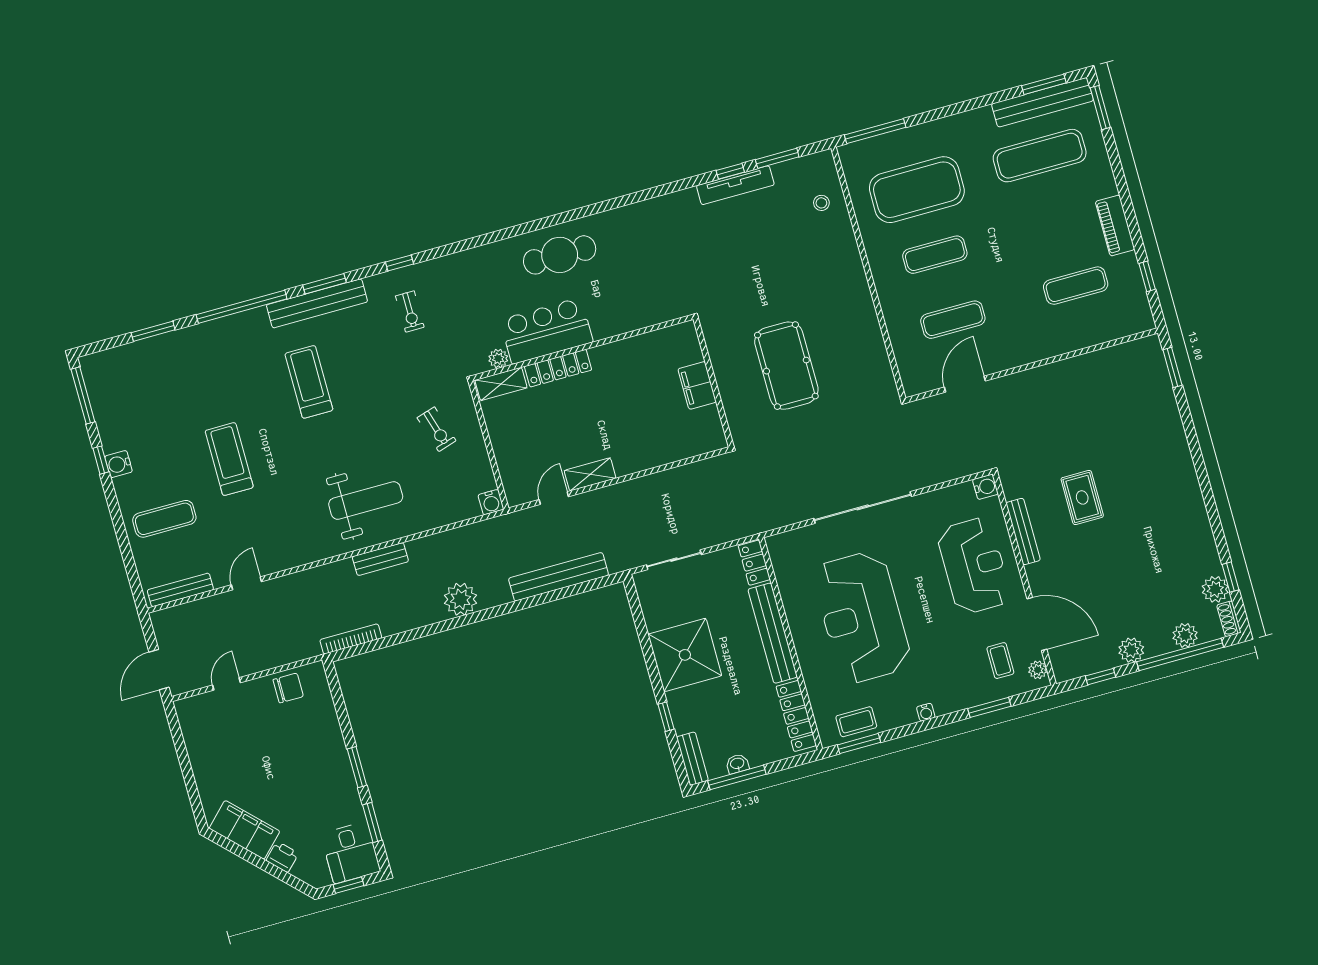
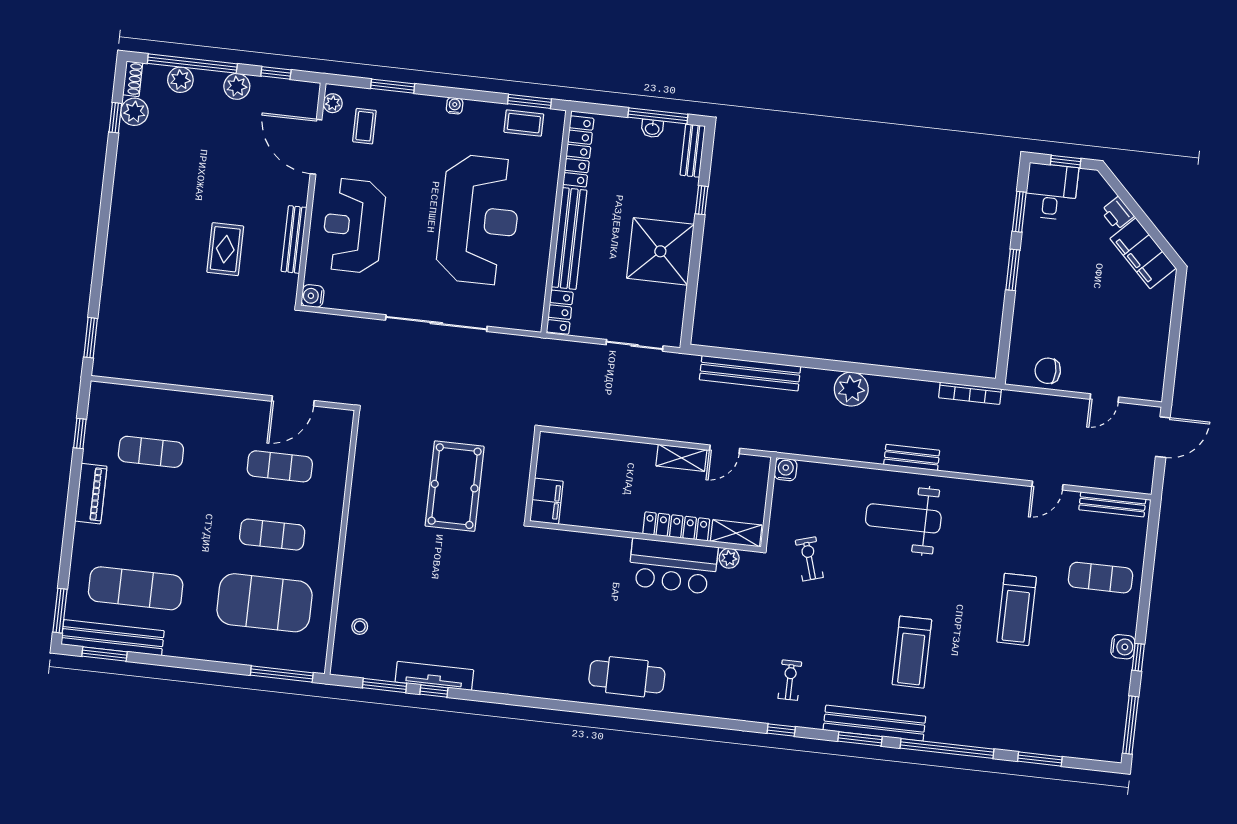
bar counter: (546, 331) -> (673, 566), moved
wall: (583, 348) -> (645, 537), moved
plant: (498, 359) -> (729, 558), moved
locker: (558, 368) -> (676, 526), moved
shelving: (501, 384) -> (736, 533), moved

